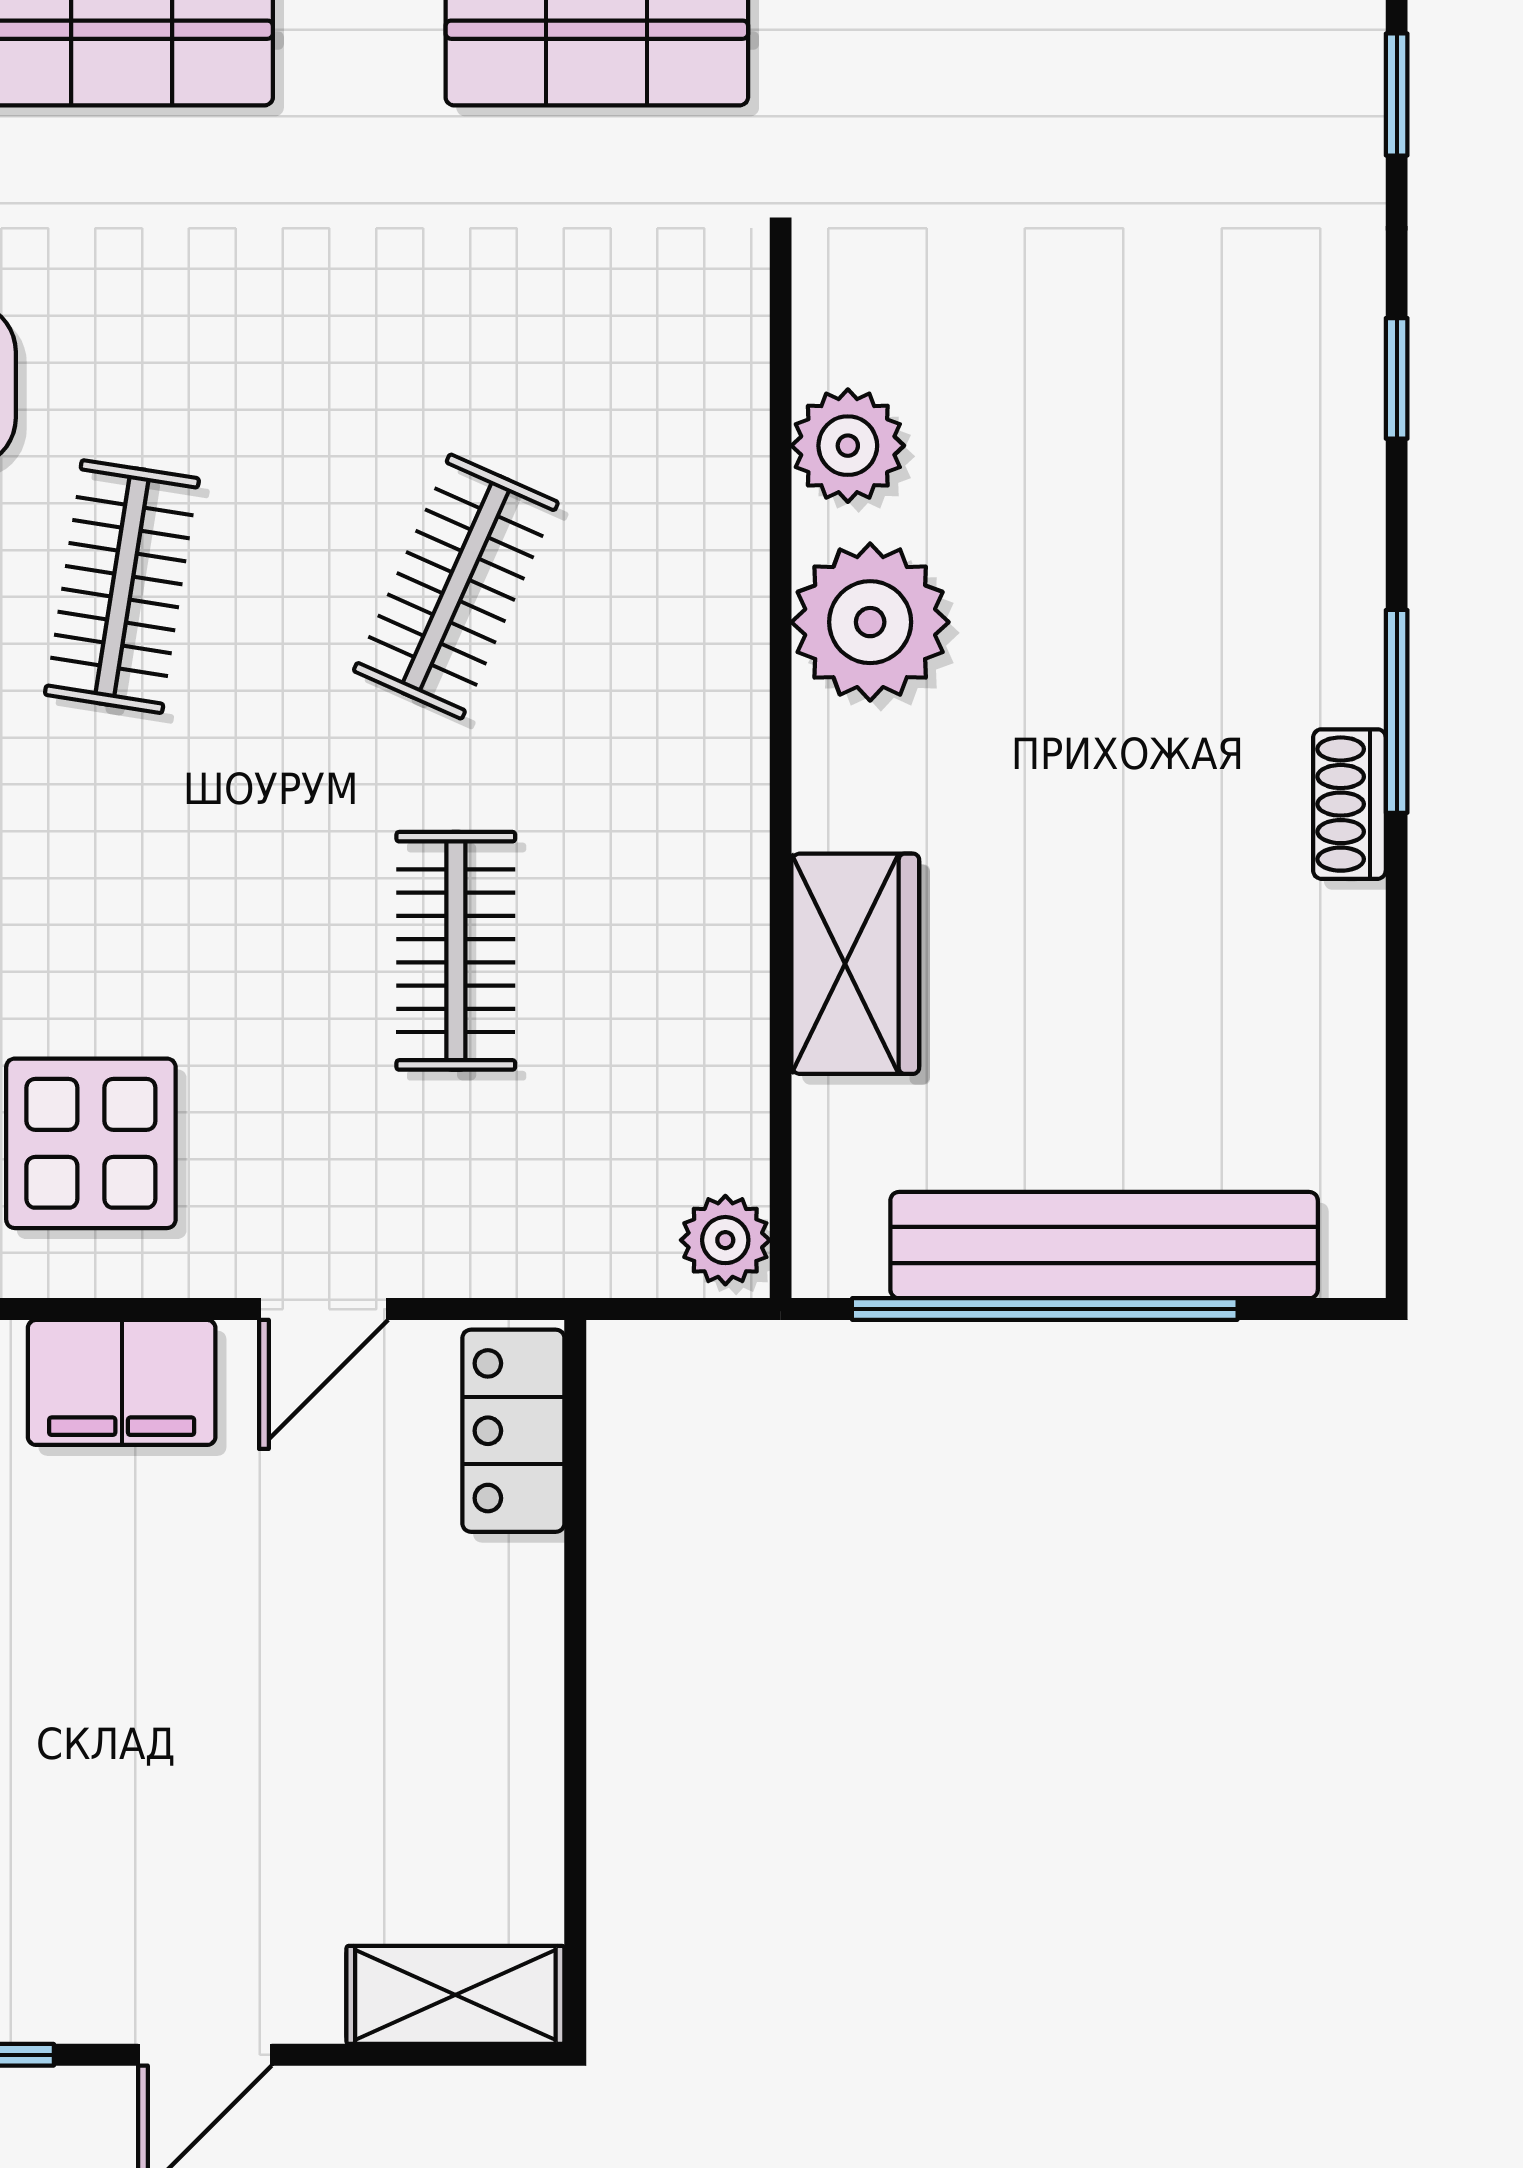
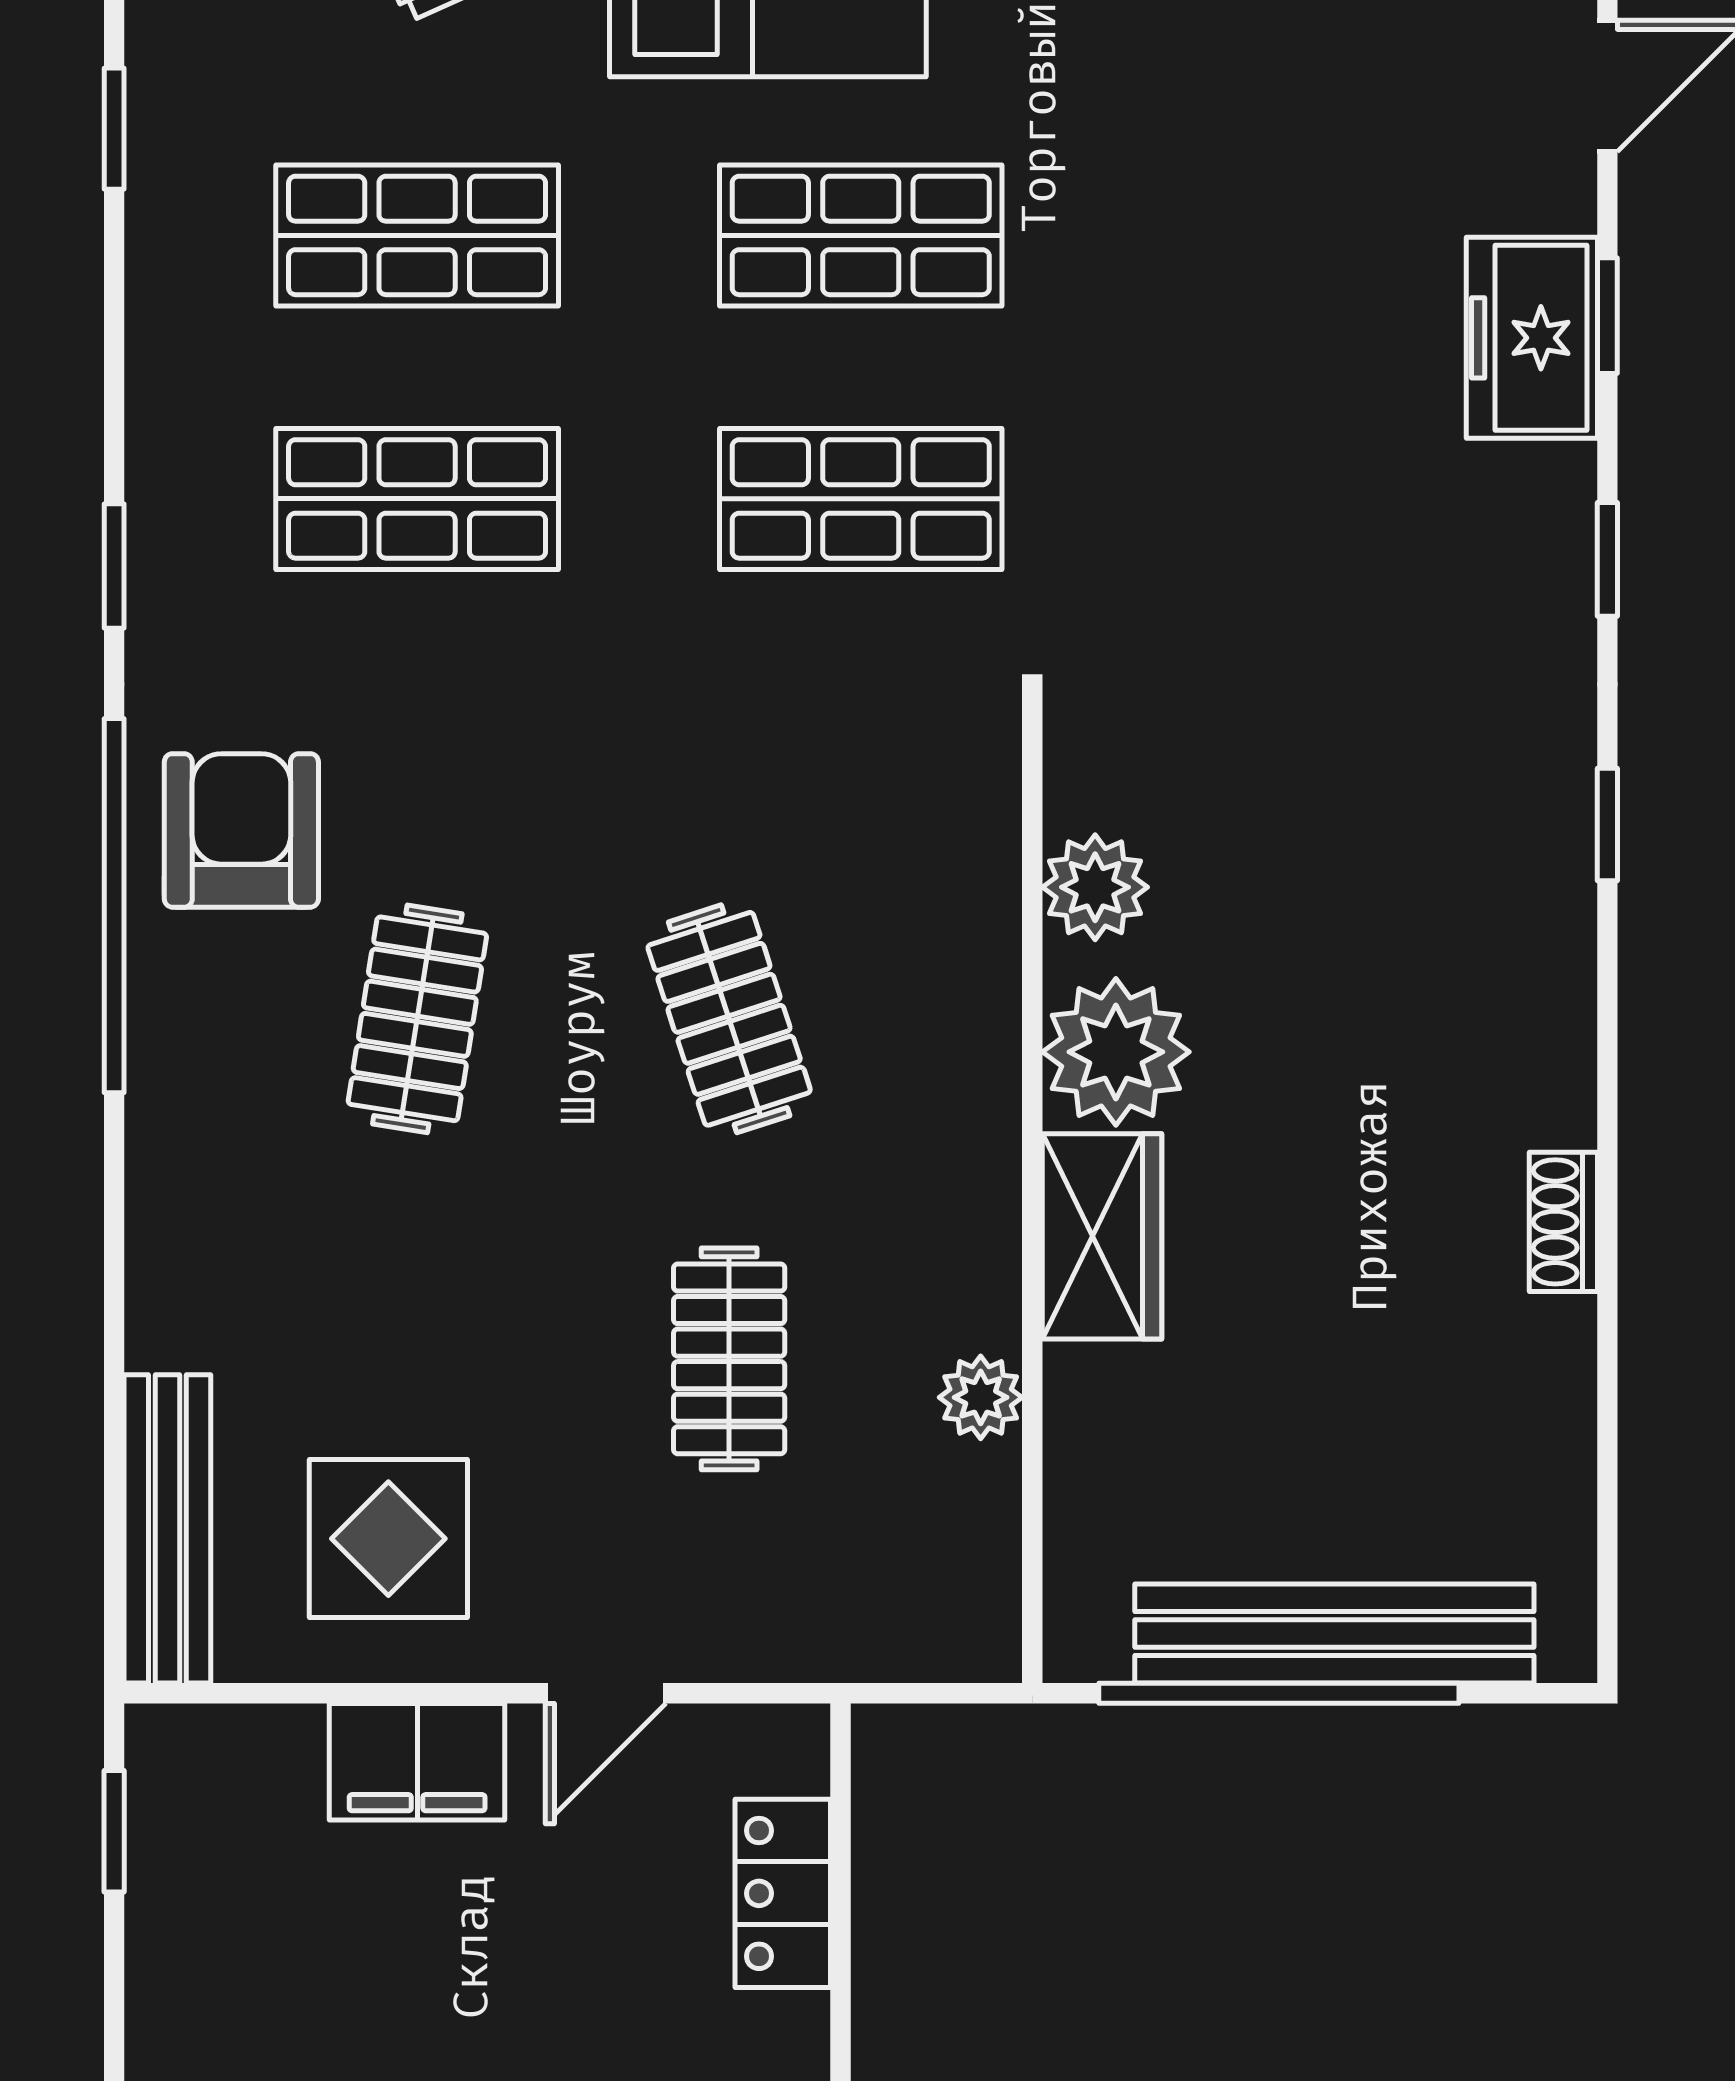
clothes rail: (456, 587) -> (729, 1019), turned -42
window: (1397, 711) -> (1607, 1135), removed
wardrobe: (855, 964) -> (1102, 1236), moved
plant: (725, 1240) -> (981, 1397), moved
locker: (513, 1431) -> (783, 1893), moved

